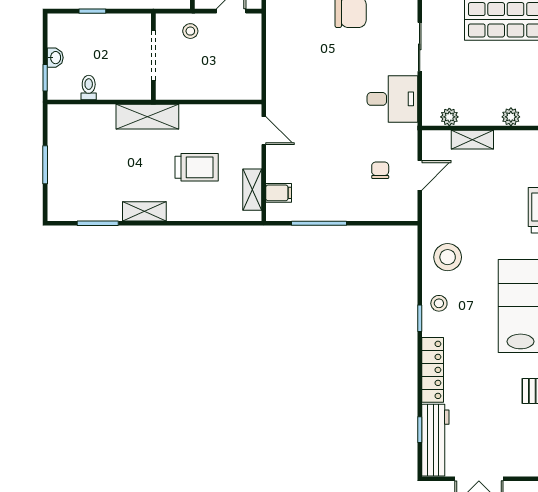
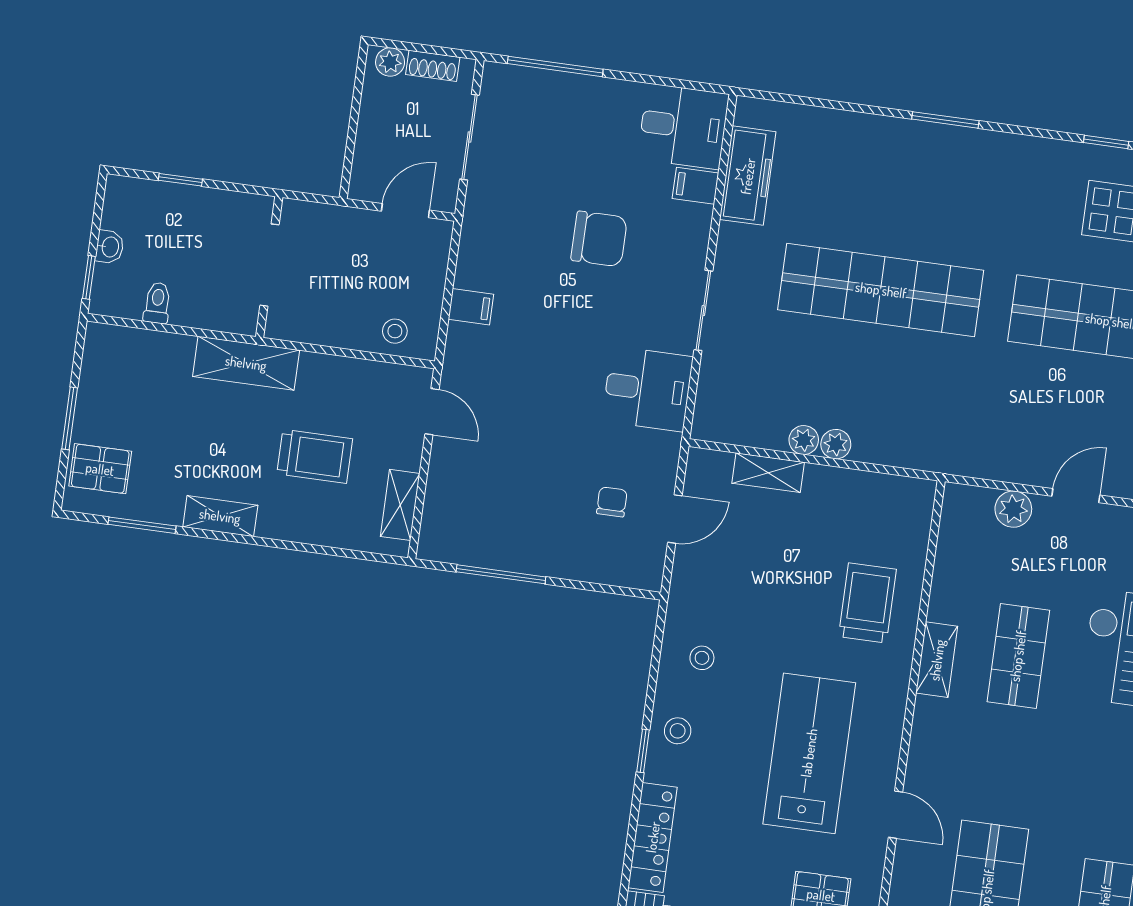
stool: (190, 31) -> (395, 331), moved
plant: (449, 117) -> (804, 440), moved
pallet: (68, 193) -> (100, 469), added
filing cabinet: (279, 193) -> (471, 307), moved
stool: (448, 257) -> (702, 658), width x0.53, depth x0.53

